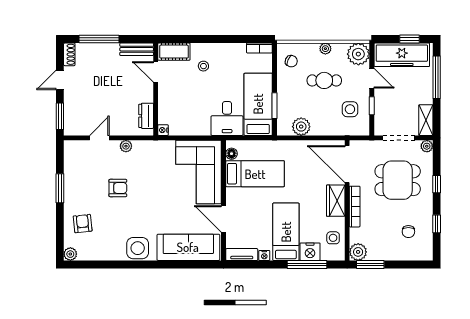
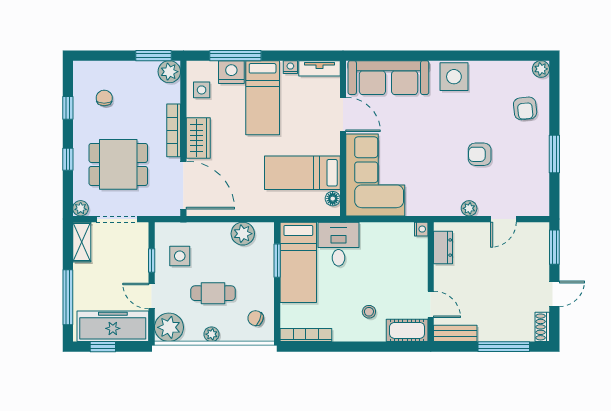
bookcase: (259, 48) -> (306, 335), width x1.56

